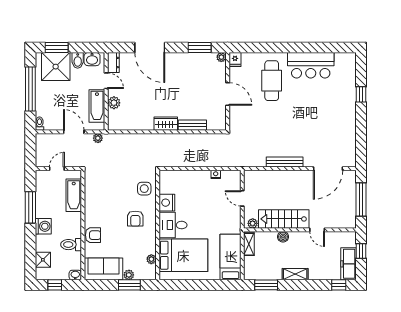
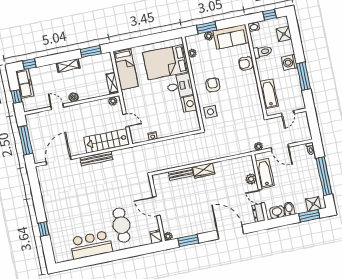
shower: (56, 67) -> (313, 204), width x0.54, depth x0.54
stairs: (284, 219) -> (107, 141), moved, turned 180
boiler: (283, 237) -> (74, 97), moved

